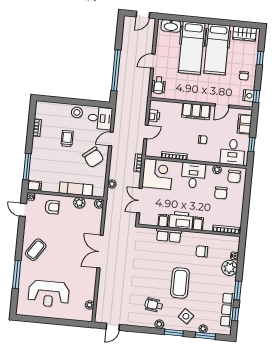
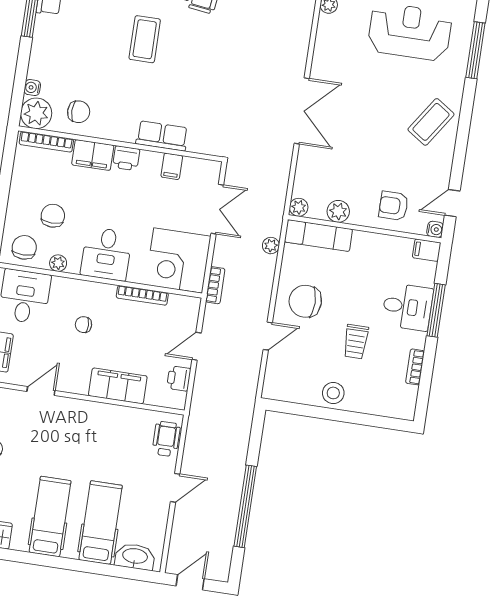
hospital bed: (192, 48) -> (101, 523), width x0.73, depth x0.78
hospital bed: (217, 49) -> (50, 517), width x0.73, depth x0.78
window: (116, 70) -> (245, 506), moved
filing cabinet: (196, 111) -> (118, 386), moved
desk: (100, 118) -> (407, 307), moved, turned 180
chair: (93, 157) -> (305, 301), turned -52
window: (27, 167) -> (436, 310), moved
exam couch: (76, 189) -> (318, 236), moved
door: (23, 210) -> (452, 203), swing flipped
printer: (181, 220) -> (126, 158), width x0.53, depth x0.68
filing cabinet: (198, 224) -> (93, 155), width x2.00
chair: (202, 251) -> (79, 112), moved
plant: (229, 268) -> (36, 113), moved
window: (17, 274) -> (475, 50), moved
coffee table: (180, 283) -> (145, 39), width x0.73, depth x0.76

